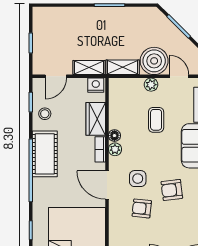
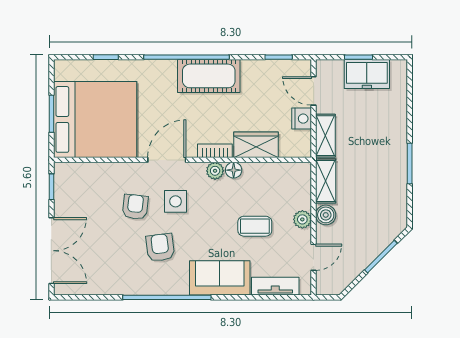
freezer: (43, 37) -> (367, 74), added
boiler: (154, 61) -> (326, 215), width x0.54, depth x0.54
nightstand: (96, 85) -> (302, 119), moved
stool: (45, 114) -> (263, 76), removed

